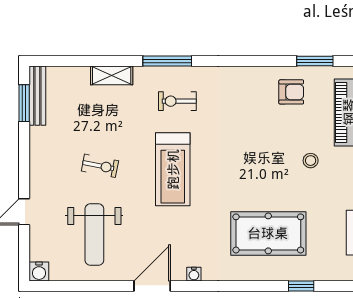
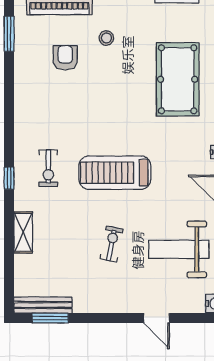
window: (167, 61) -> (9, 178), width x0.46
armchair: (291, 92) -> (65, 58), moved
treadmill: (173, 169) -> (115, 173), turned 180
weight bench: (94, 235) -> (179, 249), turned 180

